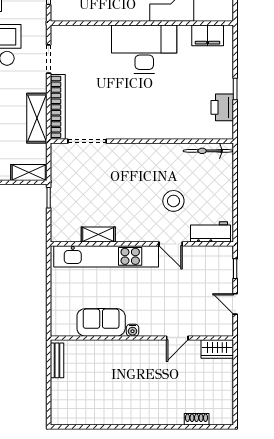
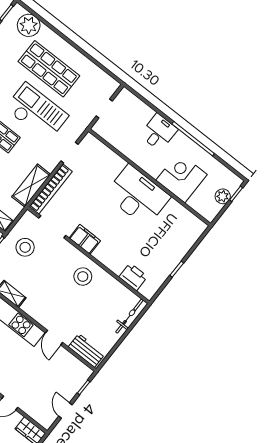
filing cabinet: (208, 35) -> (85, 239), moved, turned 180
printer: (222, 107) -> (133, 277), moved, turned 90
bicycle: (208, 151) -> (129, 316), moved, turned 90
stool: (77, 181) -> (25, 247), added
stool: (173, 201) -> (83, 277), moved

